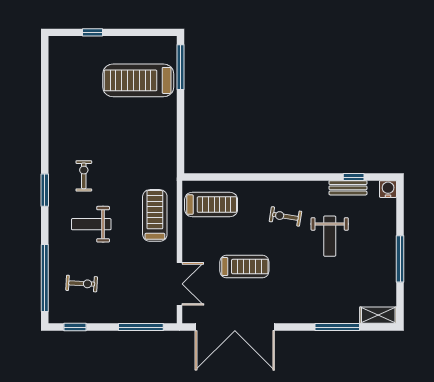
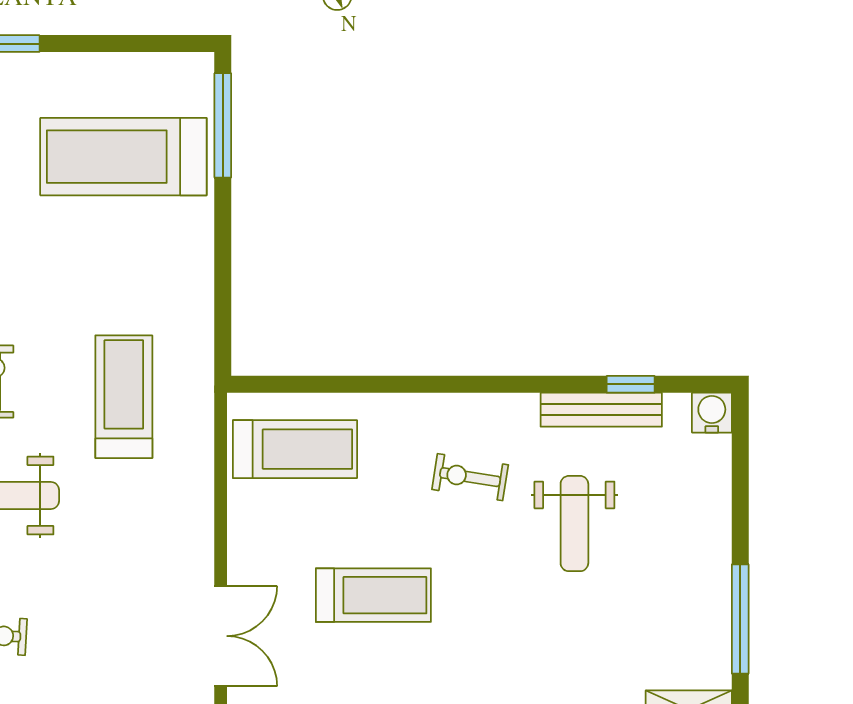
bench: (348, 188) -> (601, 410), width x1.36
treadmill: (155, 215) -> (124, 397), moved
window: (400, 259) -> (740, 619), moved

